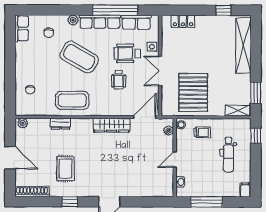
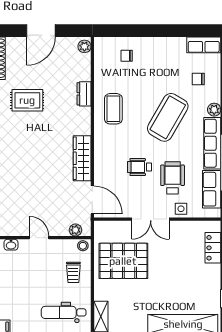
double door: (160, 71) -> (151, 219), swing flipped
coffee table: (72, 100) -> (113, 109), width x0.73, depth x0.76
dental chair: (228, 155) -> (64, 312), moved

